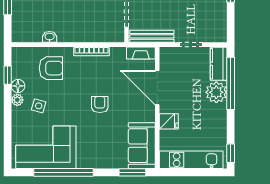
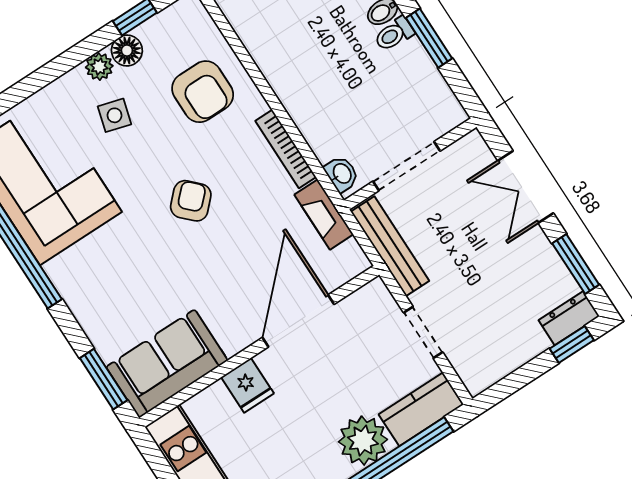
washbasin: (50, 37) -> (342, 174), moved
fireplace: (141, 53) -> (324, 215), moved
armchair: (100, 105) -> (191, 201), moved, turned -45

